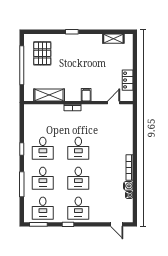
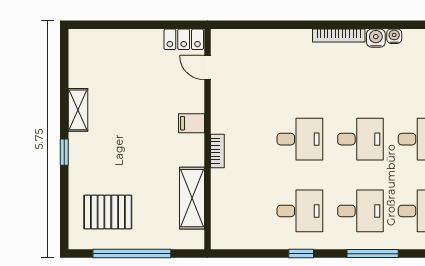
shelving: (113, 39) -> (78, 110), moved
locker: (128, 80) -> (184, 39), moved

